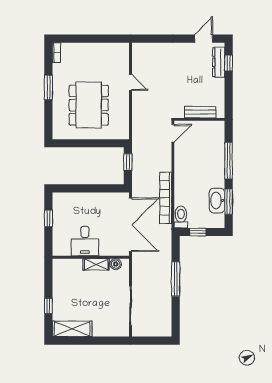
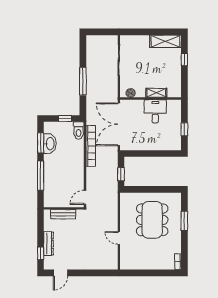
dresser: (219, 62) -> (49, 244), moved
window: (48, 87) -> (184, 221), moved
shelving: (96, 264) -> (156, 93), moved

